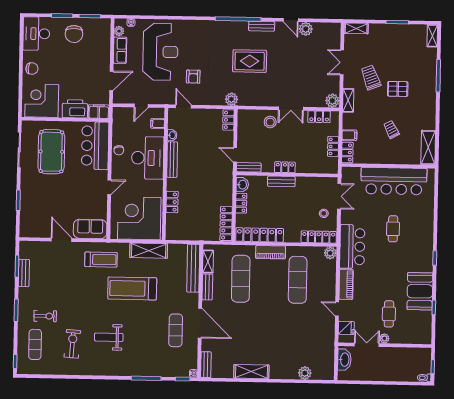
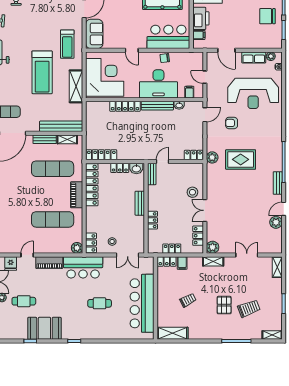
rug: (250, 61) -> (241, 159), moved, turned 90
trolley: (371, 77) -> (249, 308), moved
filing cabinet: (99, 112) -> (199, 35), width x0.50
locker: (285, 167) -> (152, 220), moved
locker: (172, 202) -> (125, 106), width x1.53
locker: (319, 237) -> (91, 243), width x0.66
treadmill: (132, 288) -> (42, 72), turned 180

